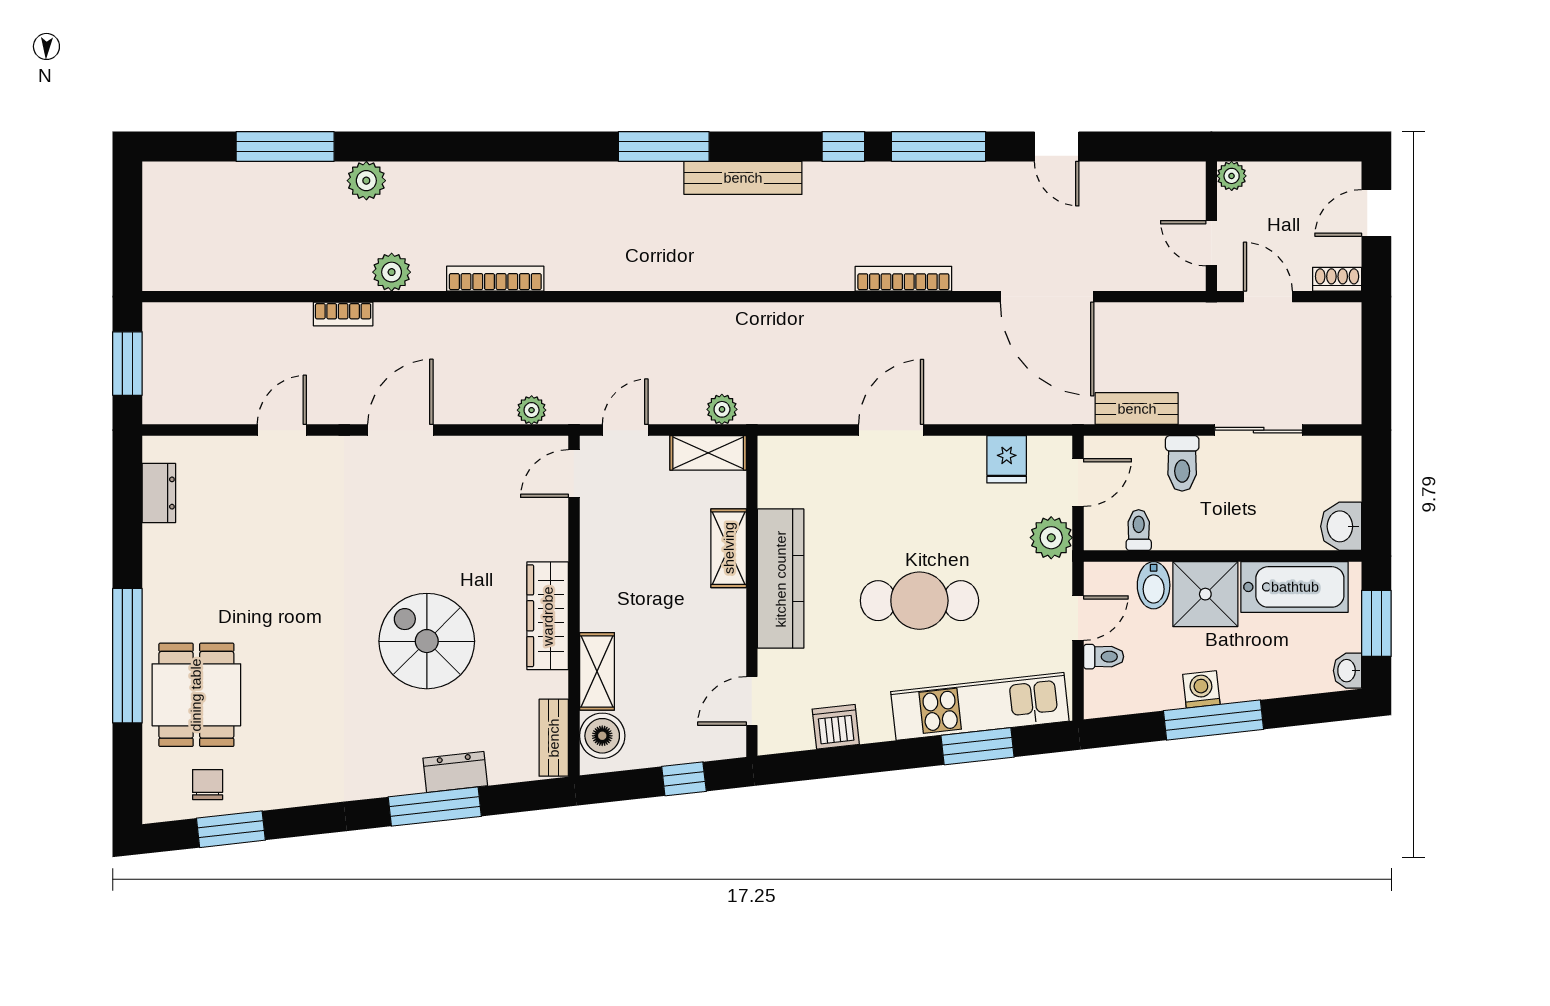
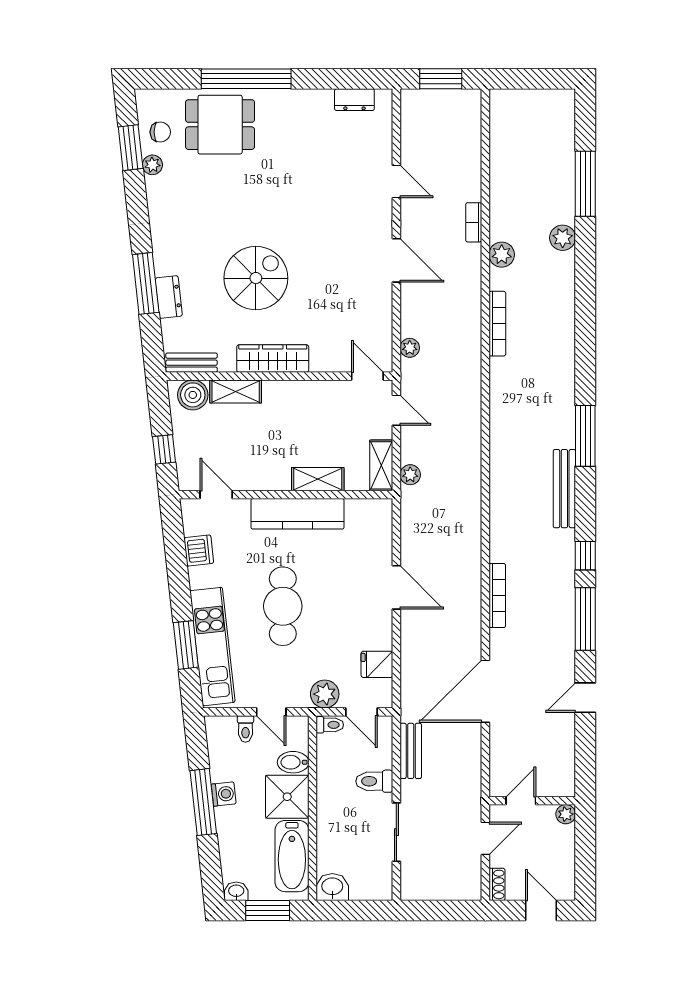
toilet: (1139, 530) -> (330, 725), moved
plant: (257, 796) -> (152, 165), added

